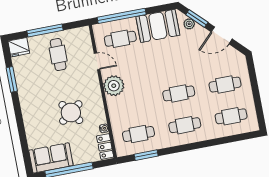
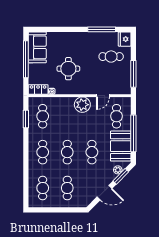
window: (122, 16) -> (133, 133), moved
window: (45, 31) -> (133, 74), moved
door: (222, 35) -> (105, 193), swing flipped
cafe table: (58, 55) -> (111, 57), moved
cafe table: (173, 62) -> (92, 152), added
window: (12, 79) -> (102, 29), width x1.44
round table: (71, 113) -> (68, 69), turned 37

